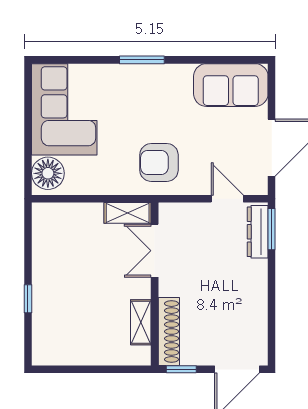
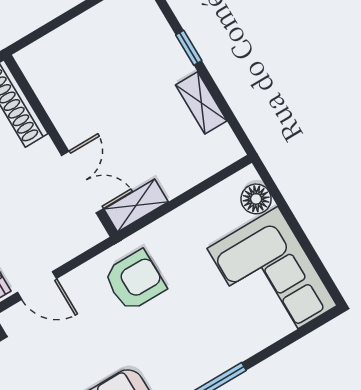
floor lamp: (48, 173) -> (256, 199), width x0.73, depth x0.73
shelving: (141, 322) -> (201, 103), moved

